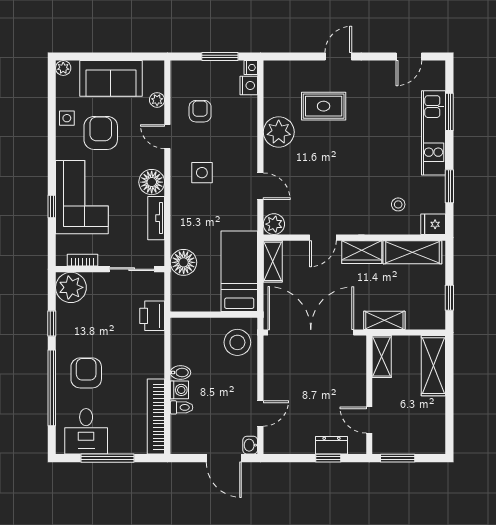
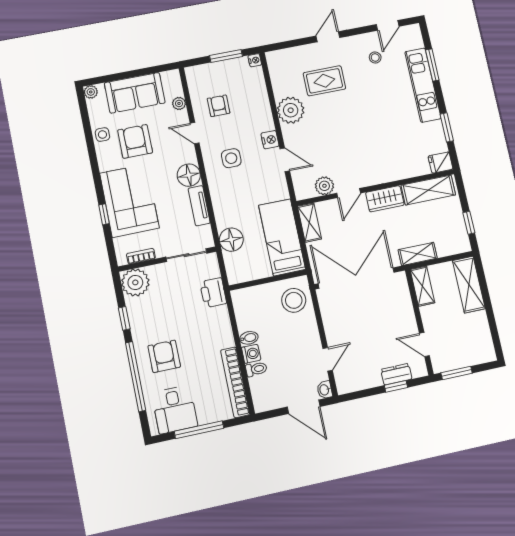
nightstand: (249, 86) -> (270, 140), moved
stool: (398, 204) -> (375, 57), moved
plant: (274, 224) -> (324, 186), moved

